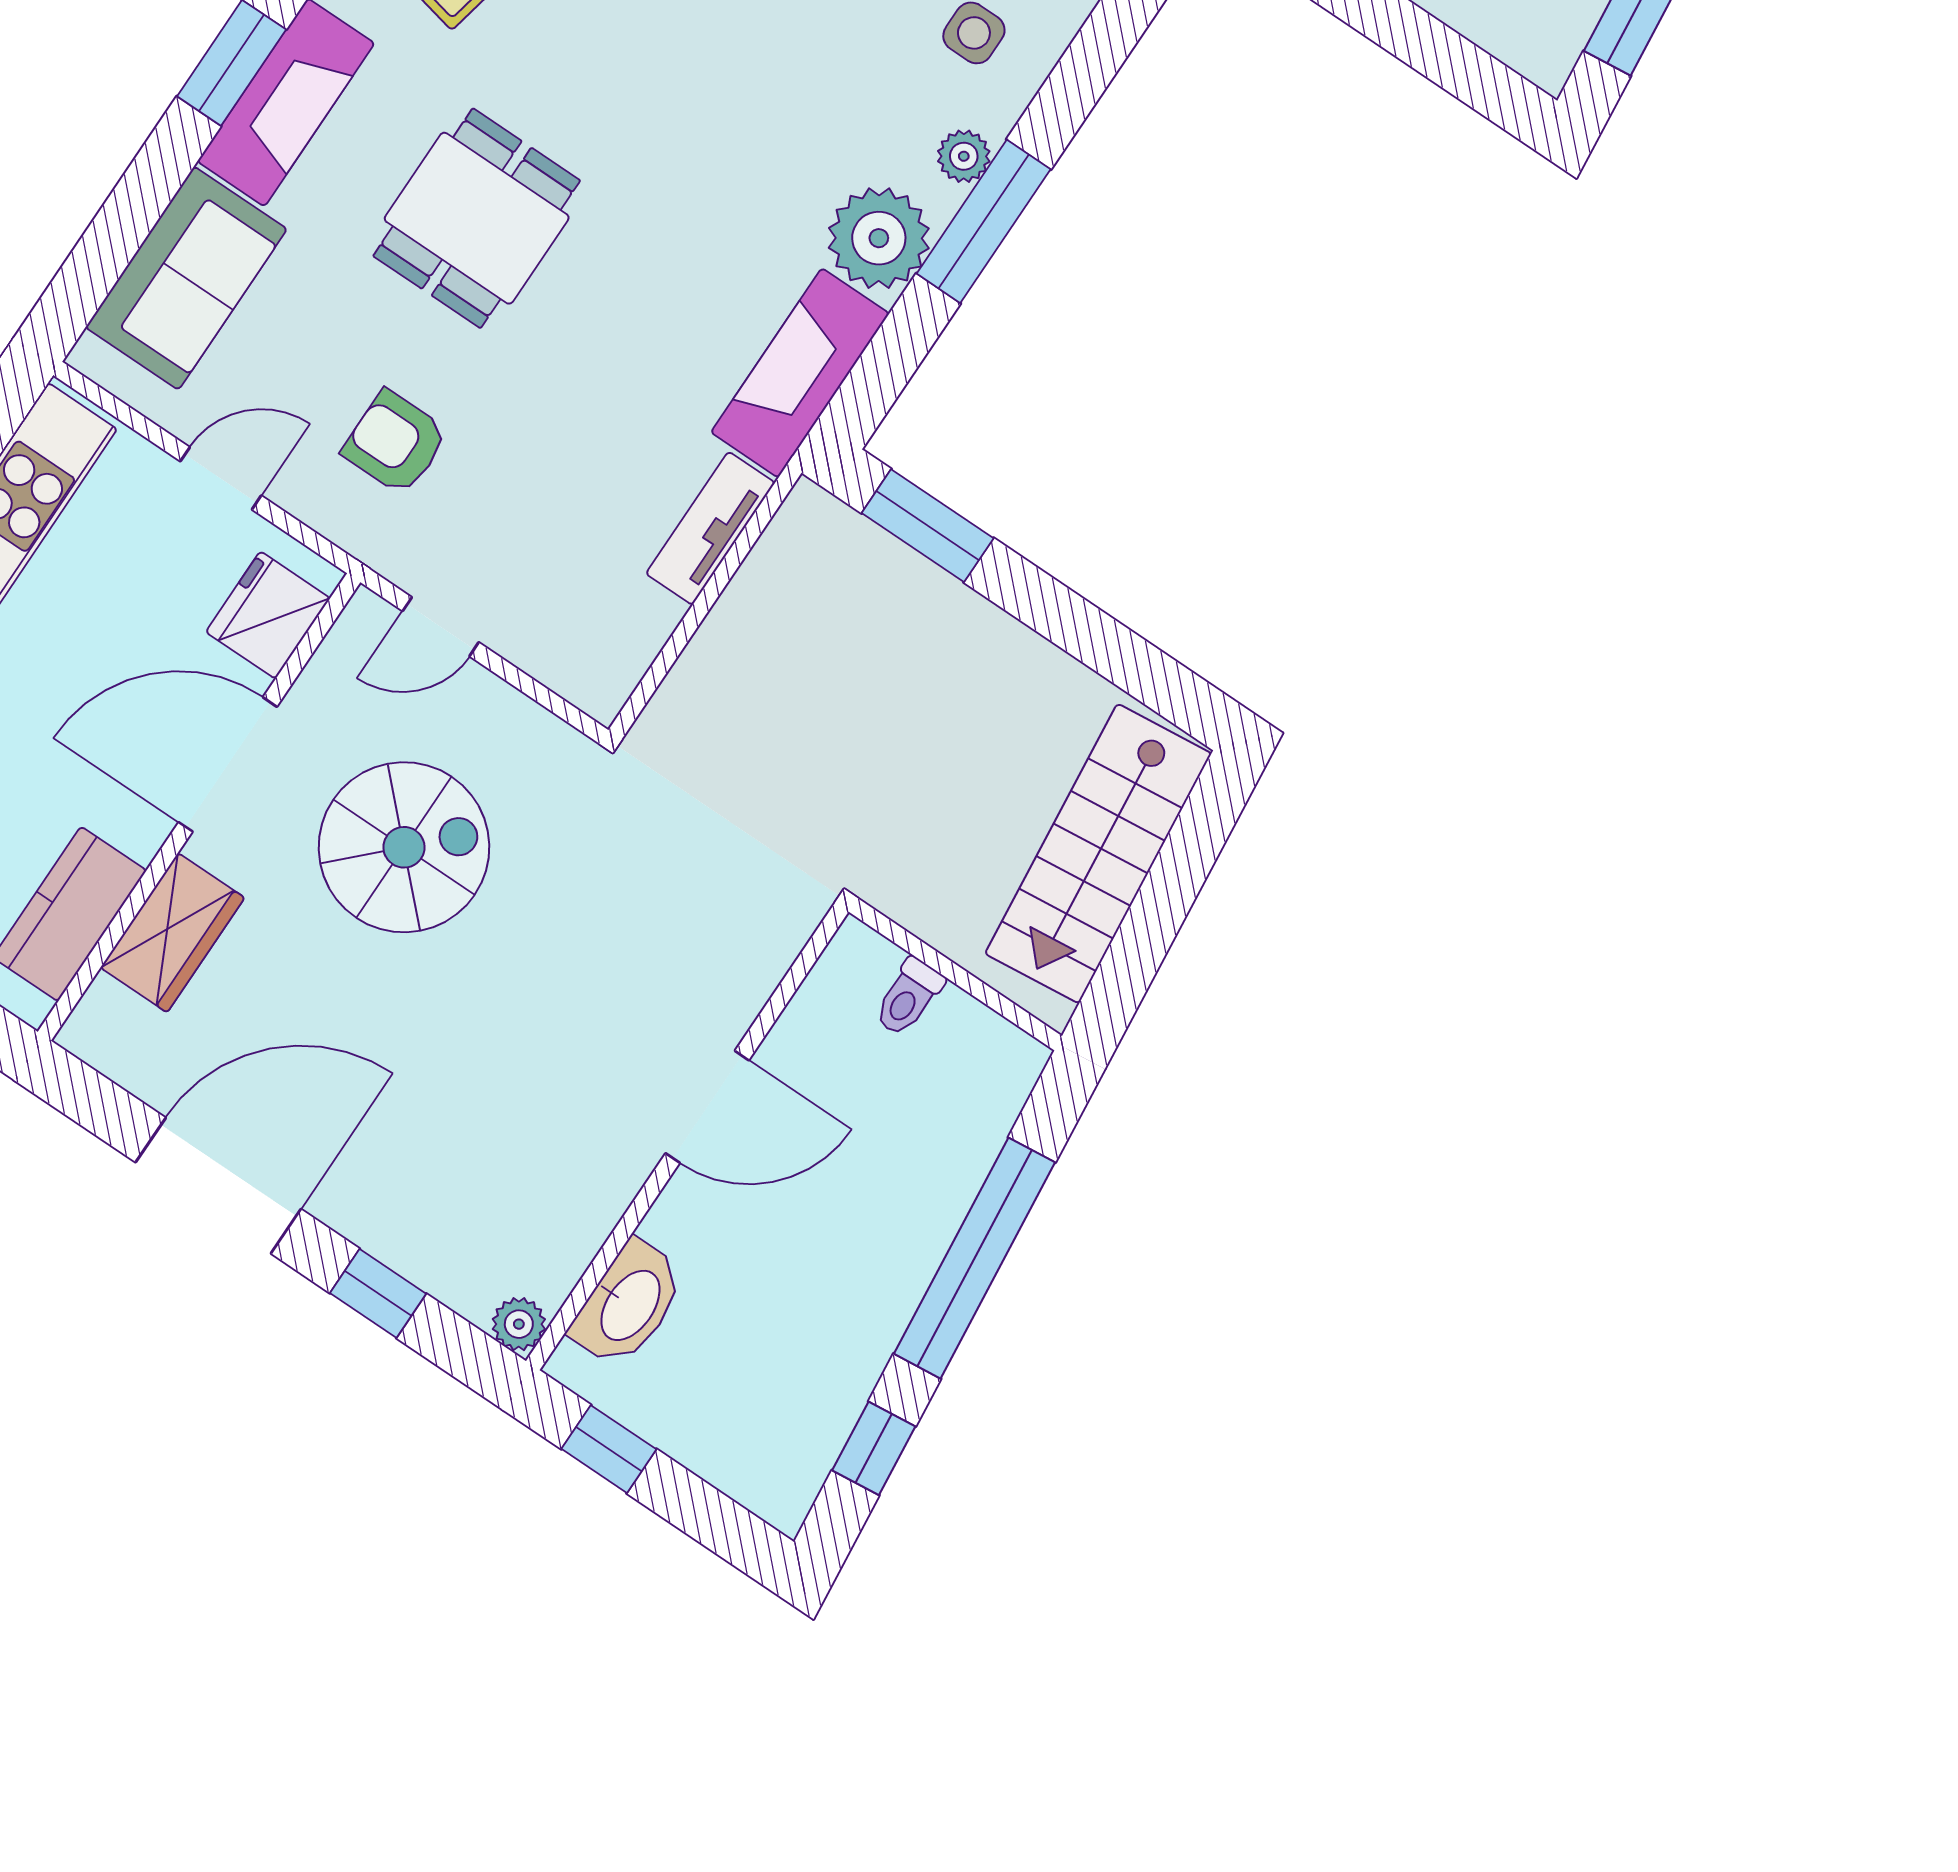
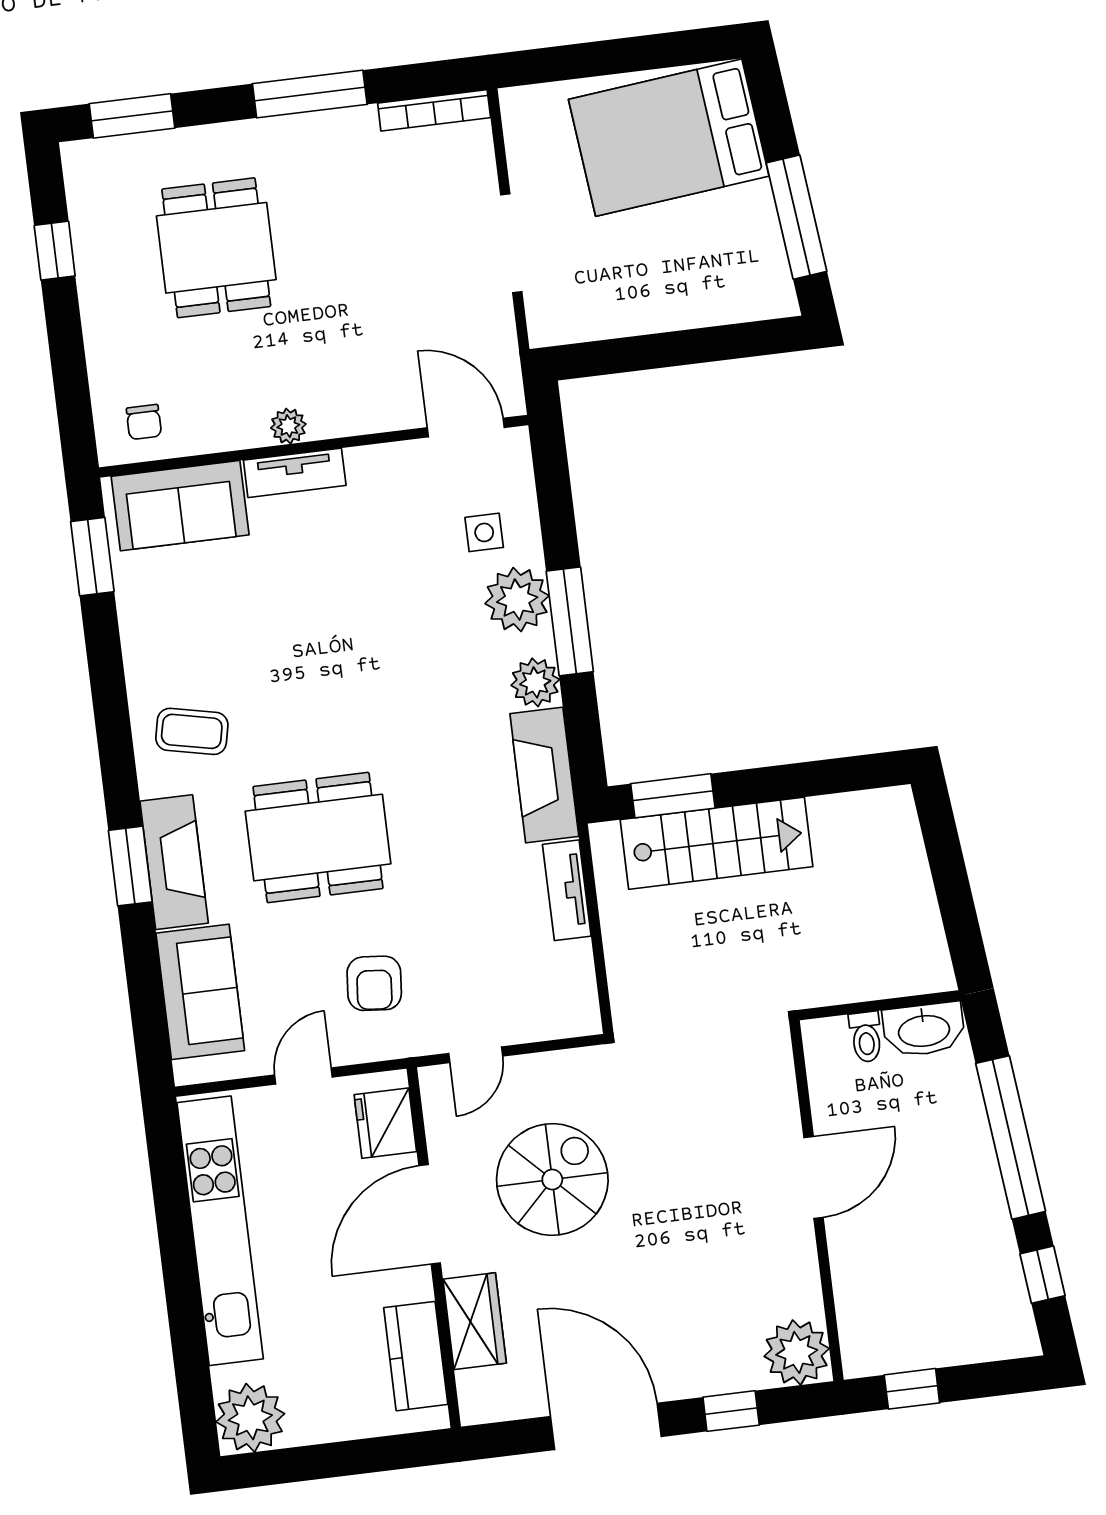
plant: (964, 156) -> (517, 600), width x1.88, depth x1.88
dining table: (477, 218) -> (318, 838), width x1.38
plant: (879, 238) -> (535, 682), width x0.73, depth x0.73
armchair: (395, 443) -> (374, 983), turned -85
stairs: (1098, 854) -> (716, 843), moved, turned -84
door: (218, 1186) -> (606, 1426), hinge flipped
washbasin: (629, 1304) -> (924, 1030), moved, turned 90
plant: (519, 1324) -> (797, 1352), width x1.88, depth x1.88

